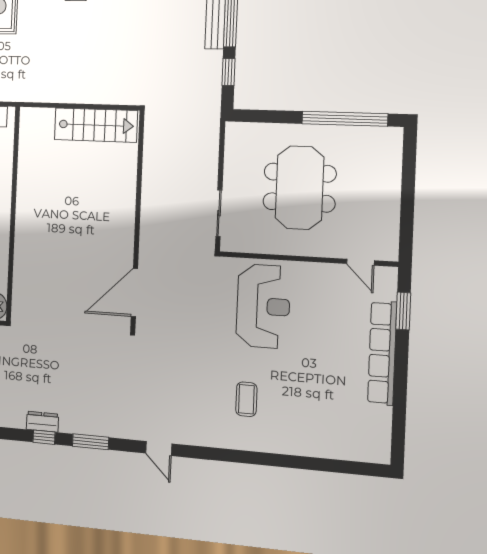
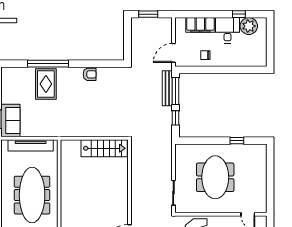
window: (345, 119) -> (237, 141), width x0.32

